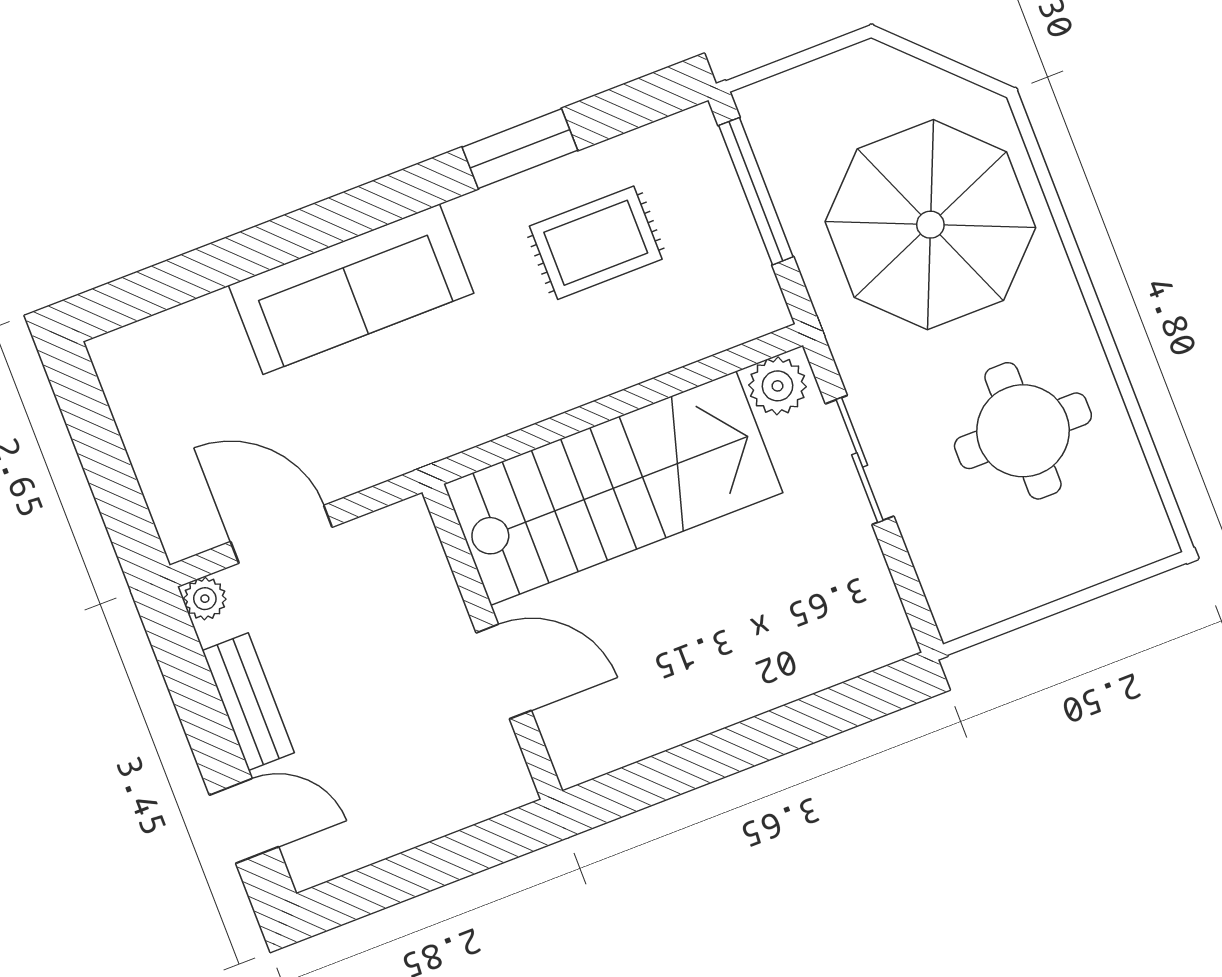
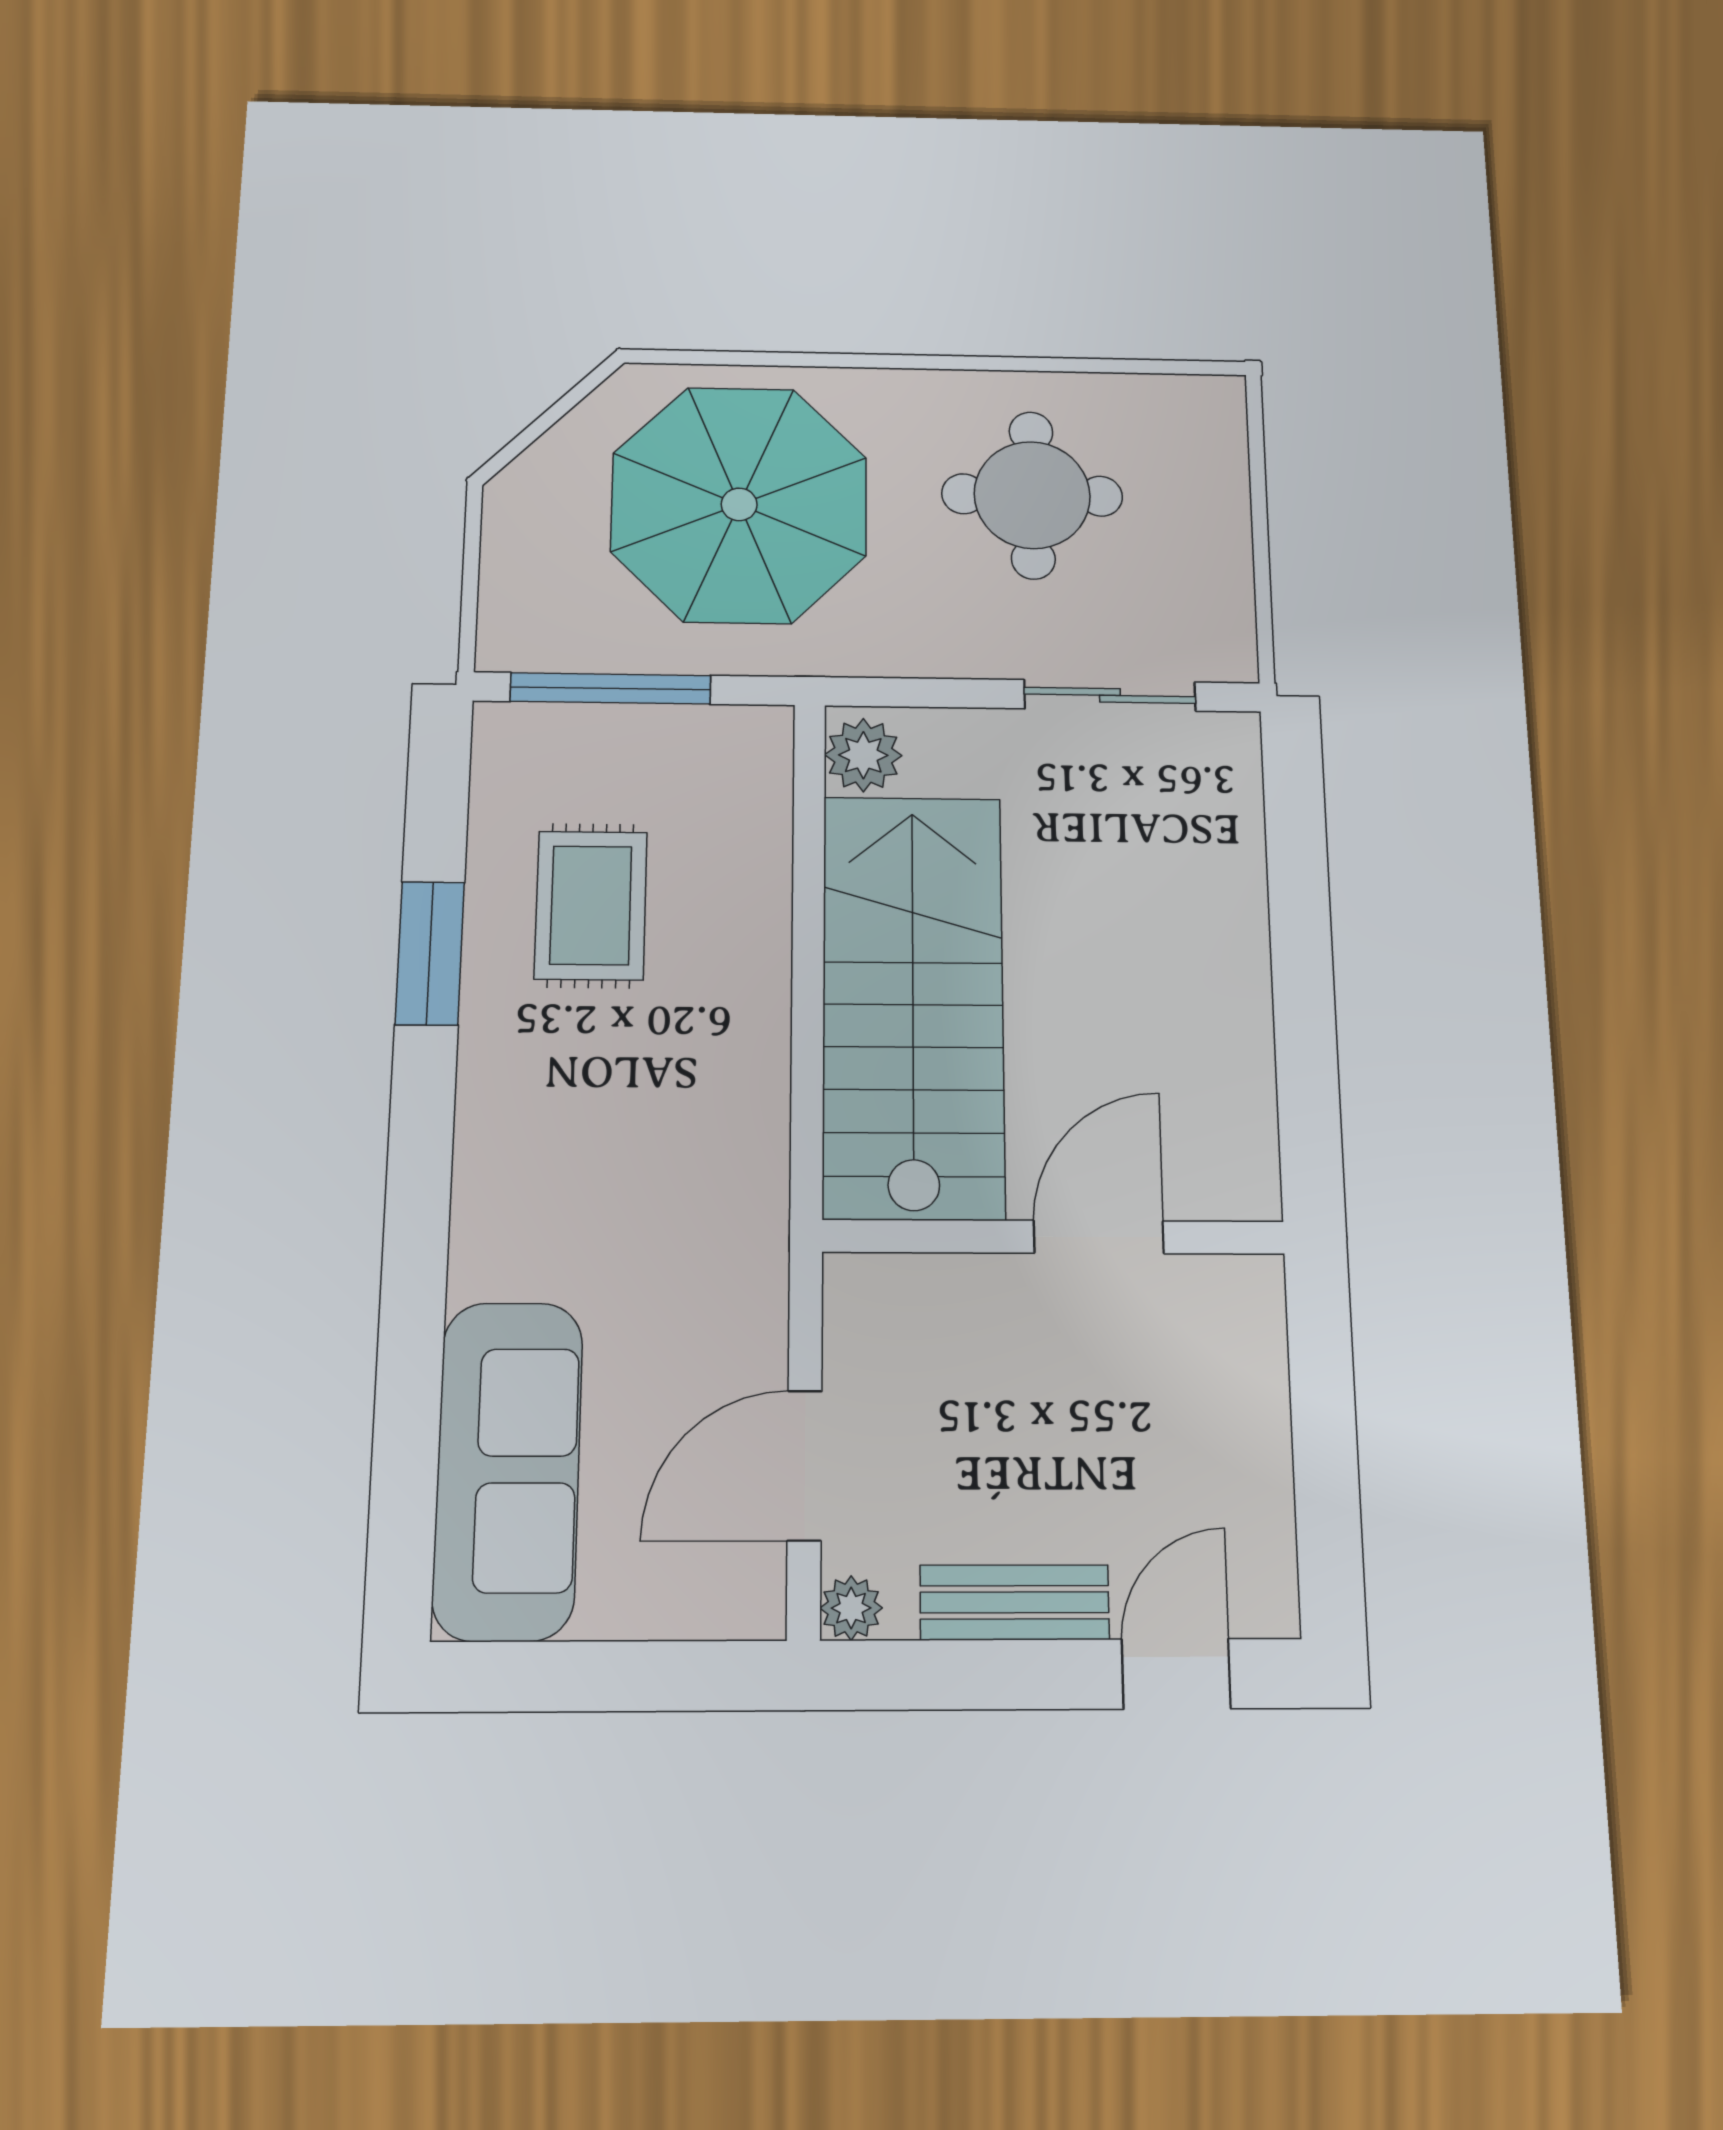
sofa: (351, 289) -> (508, 1470), moved
sliding door: (860, 460) -> (1110, 695), moved

